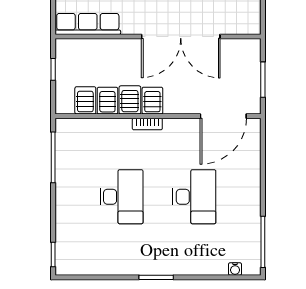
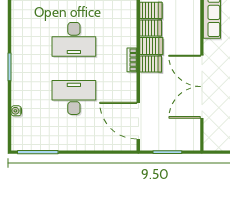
desk: (194, 197) -> (74, 97), turned 180
water cooler: (235, 269) -> (16, 111), moved

